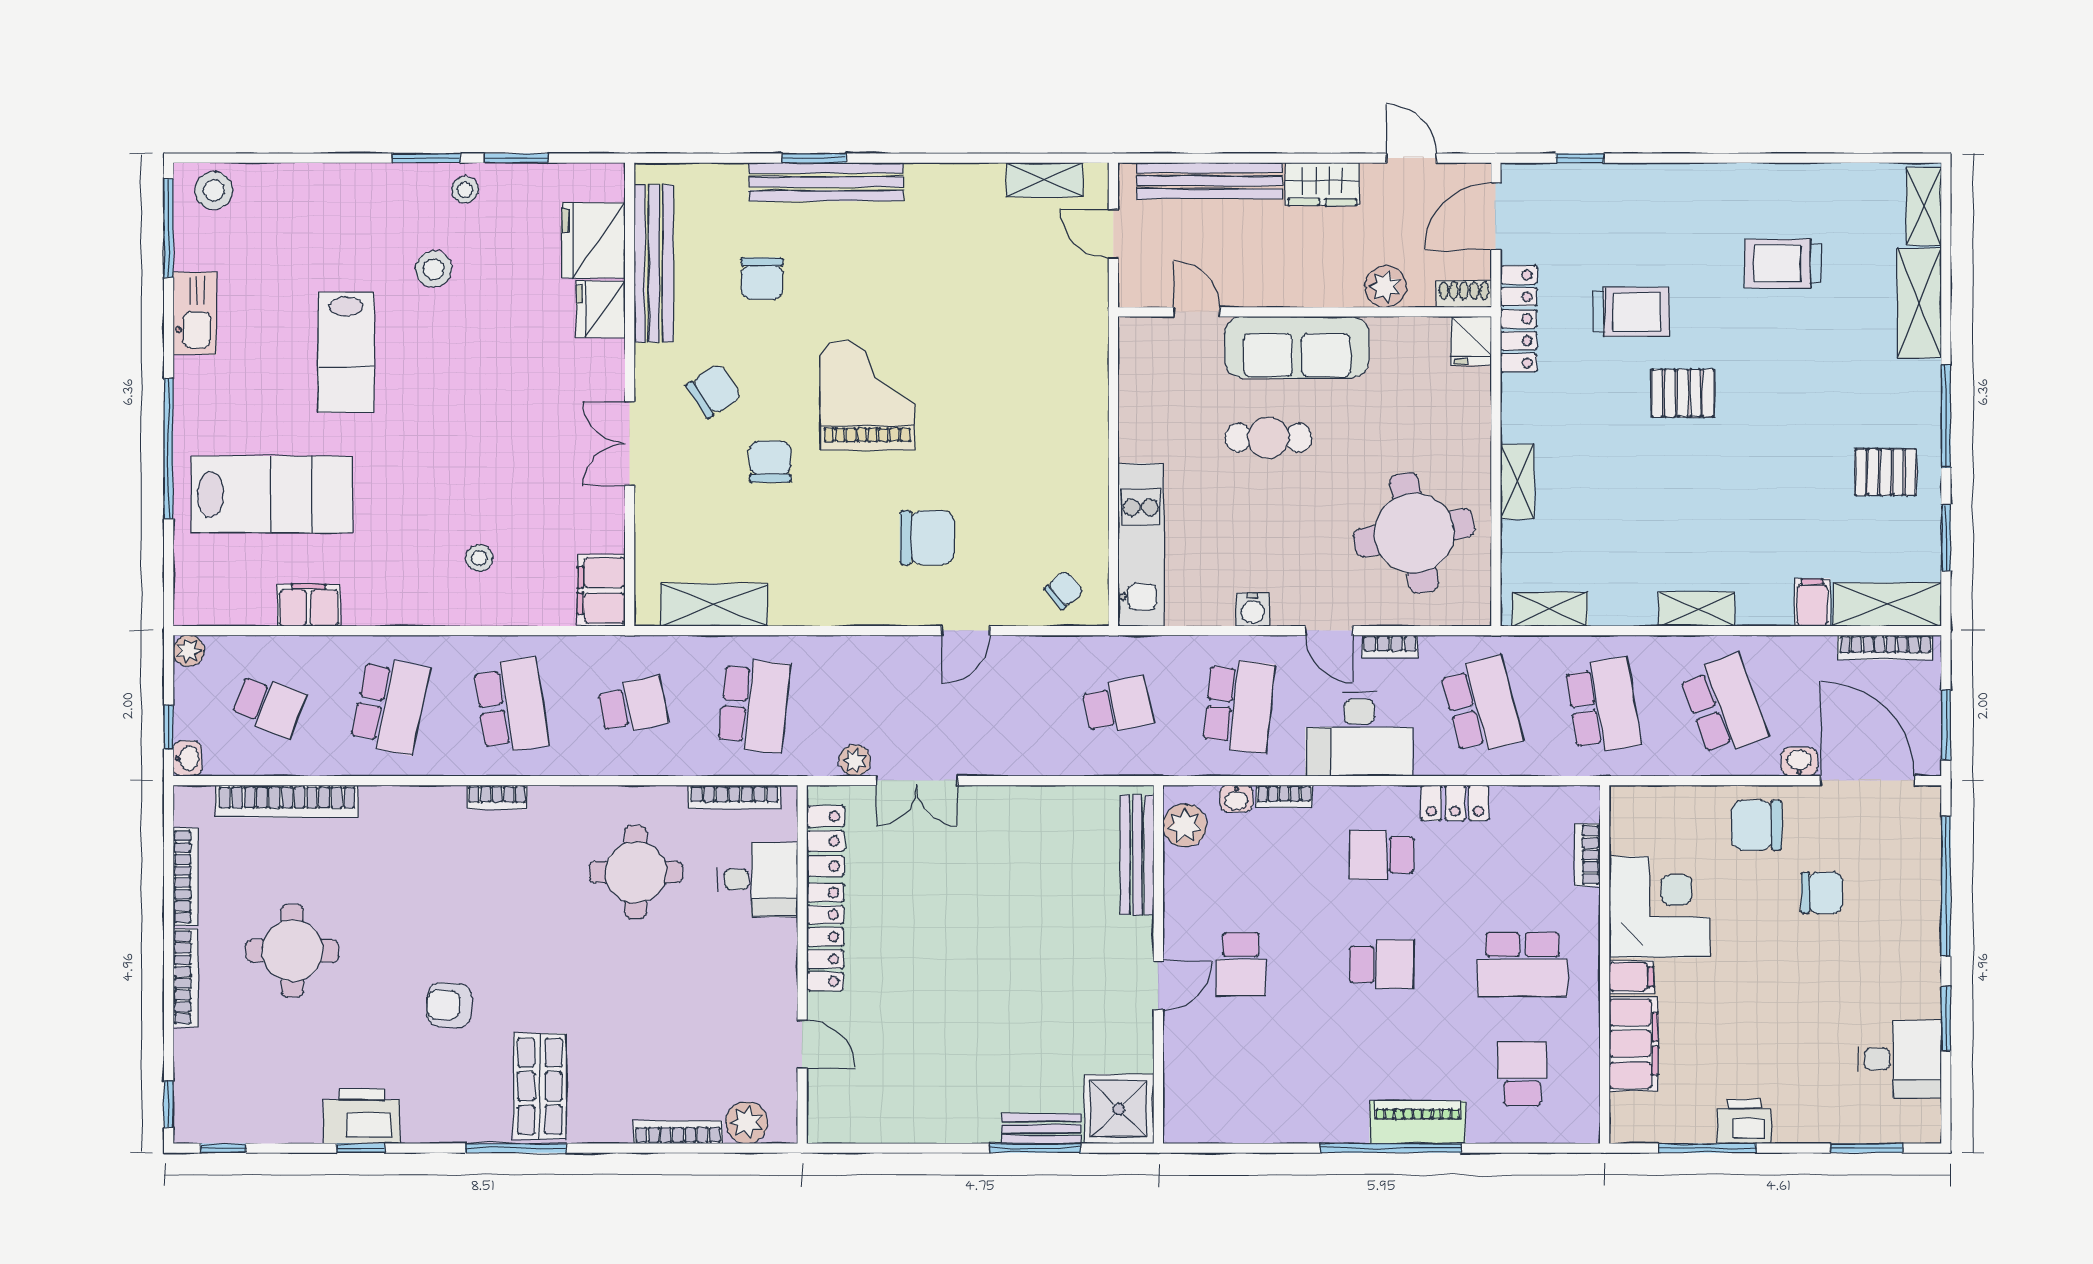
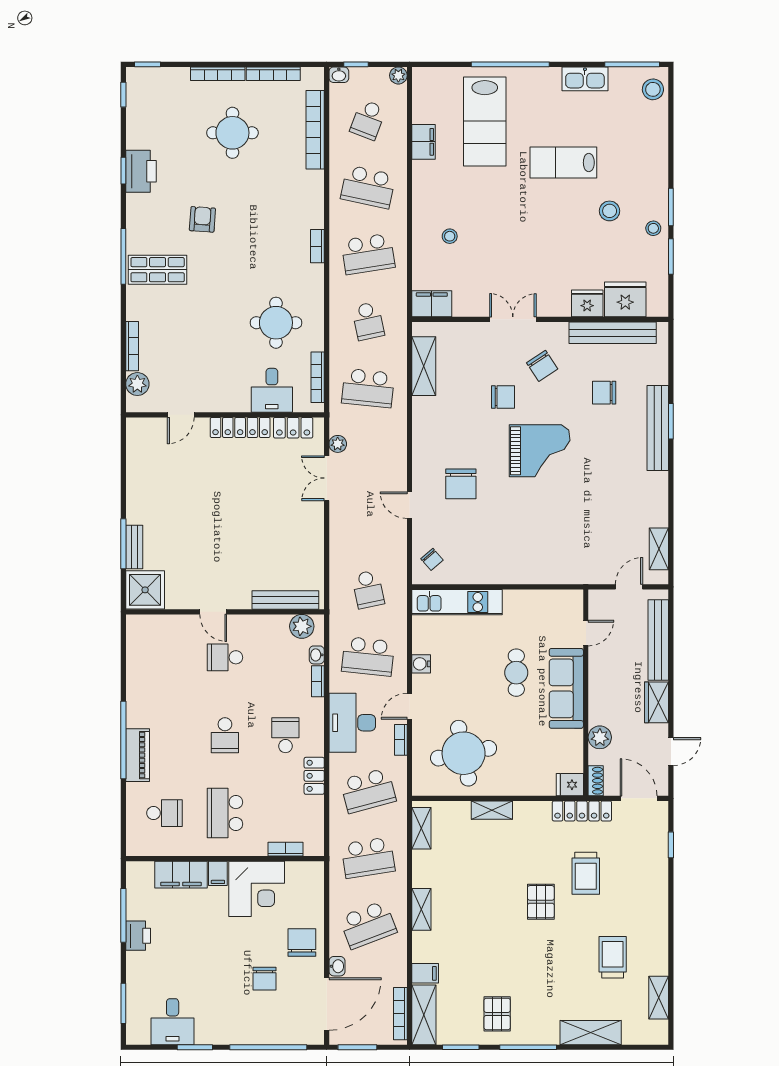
shelving: (1924, 206) -> (659, 998), moved, turned 90

